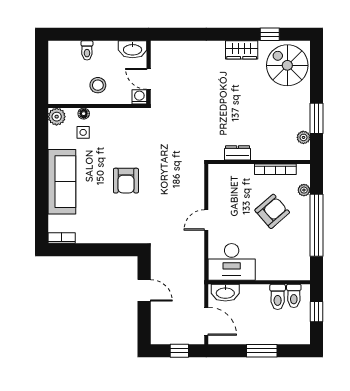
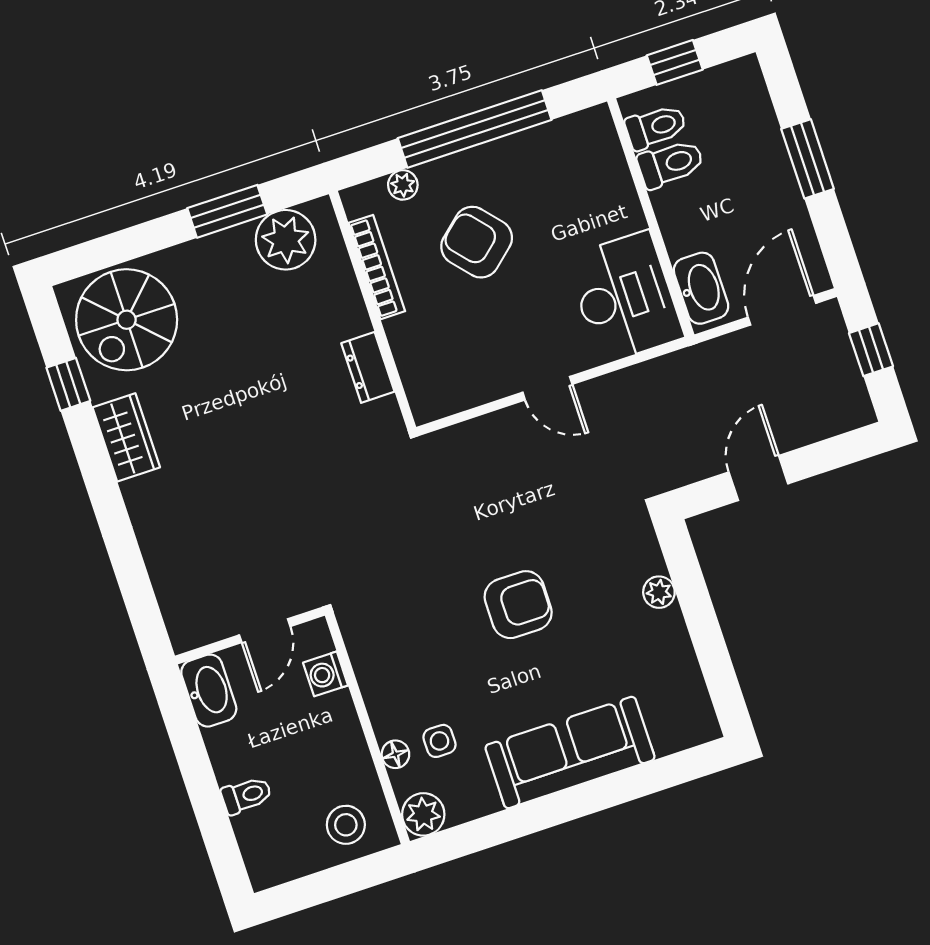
stool: (98, 85) -> (346, 825), moved
washing machine: (139, 97) -> (325, 674), moved
plant: (303, 137) -> (286, 240), width x1.88, depth x1.88
plant: (113, 237) -> (659, 592), added
bookcase: (62, 238) -> (701, 709), removed

